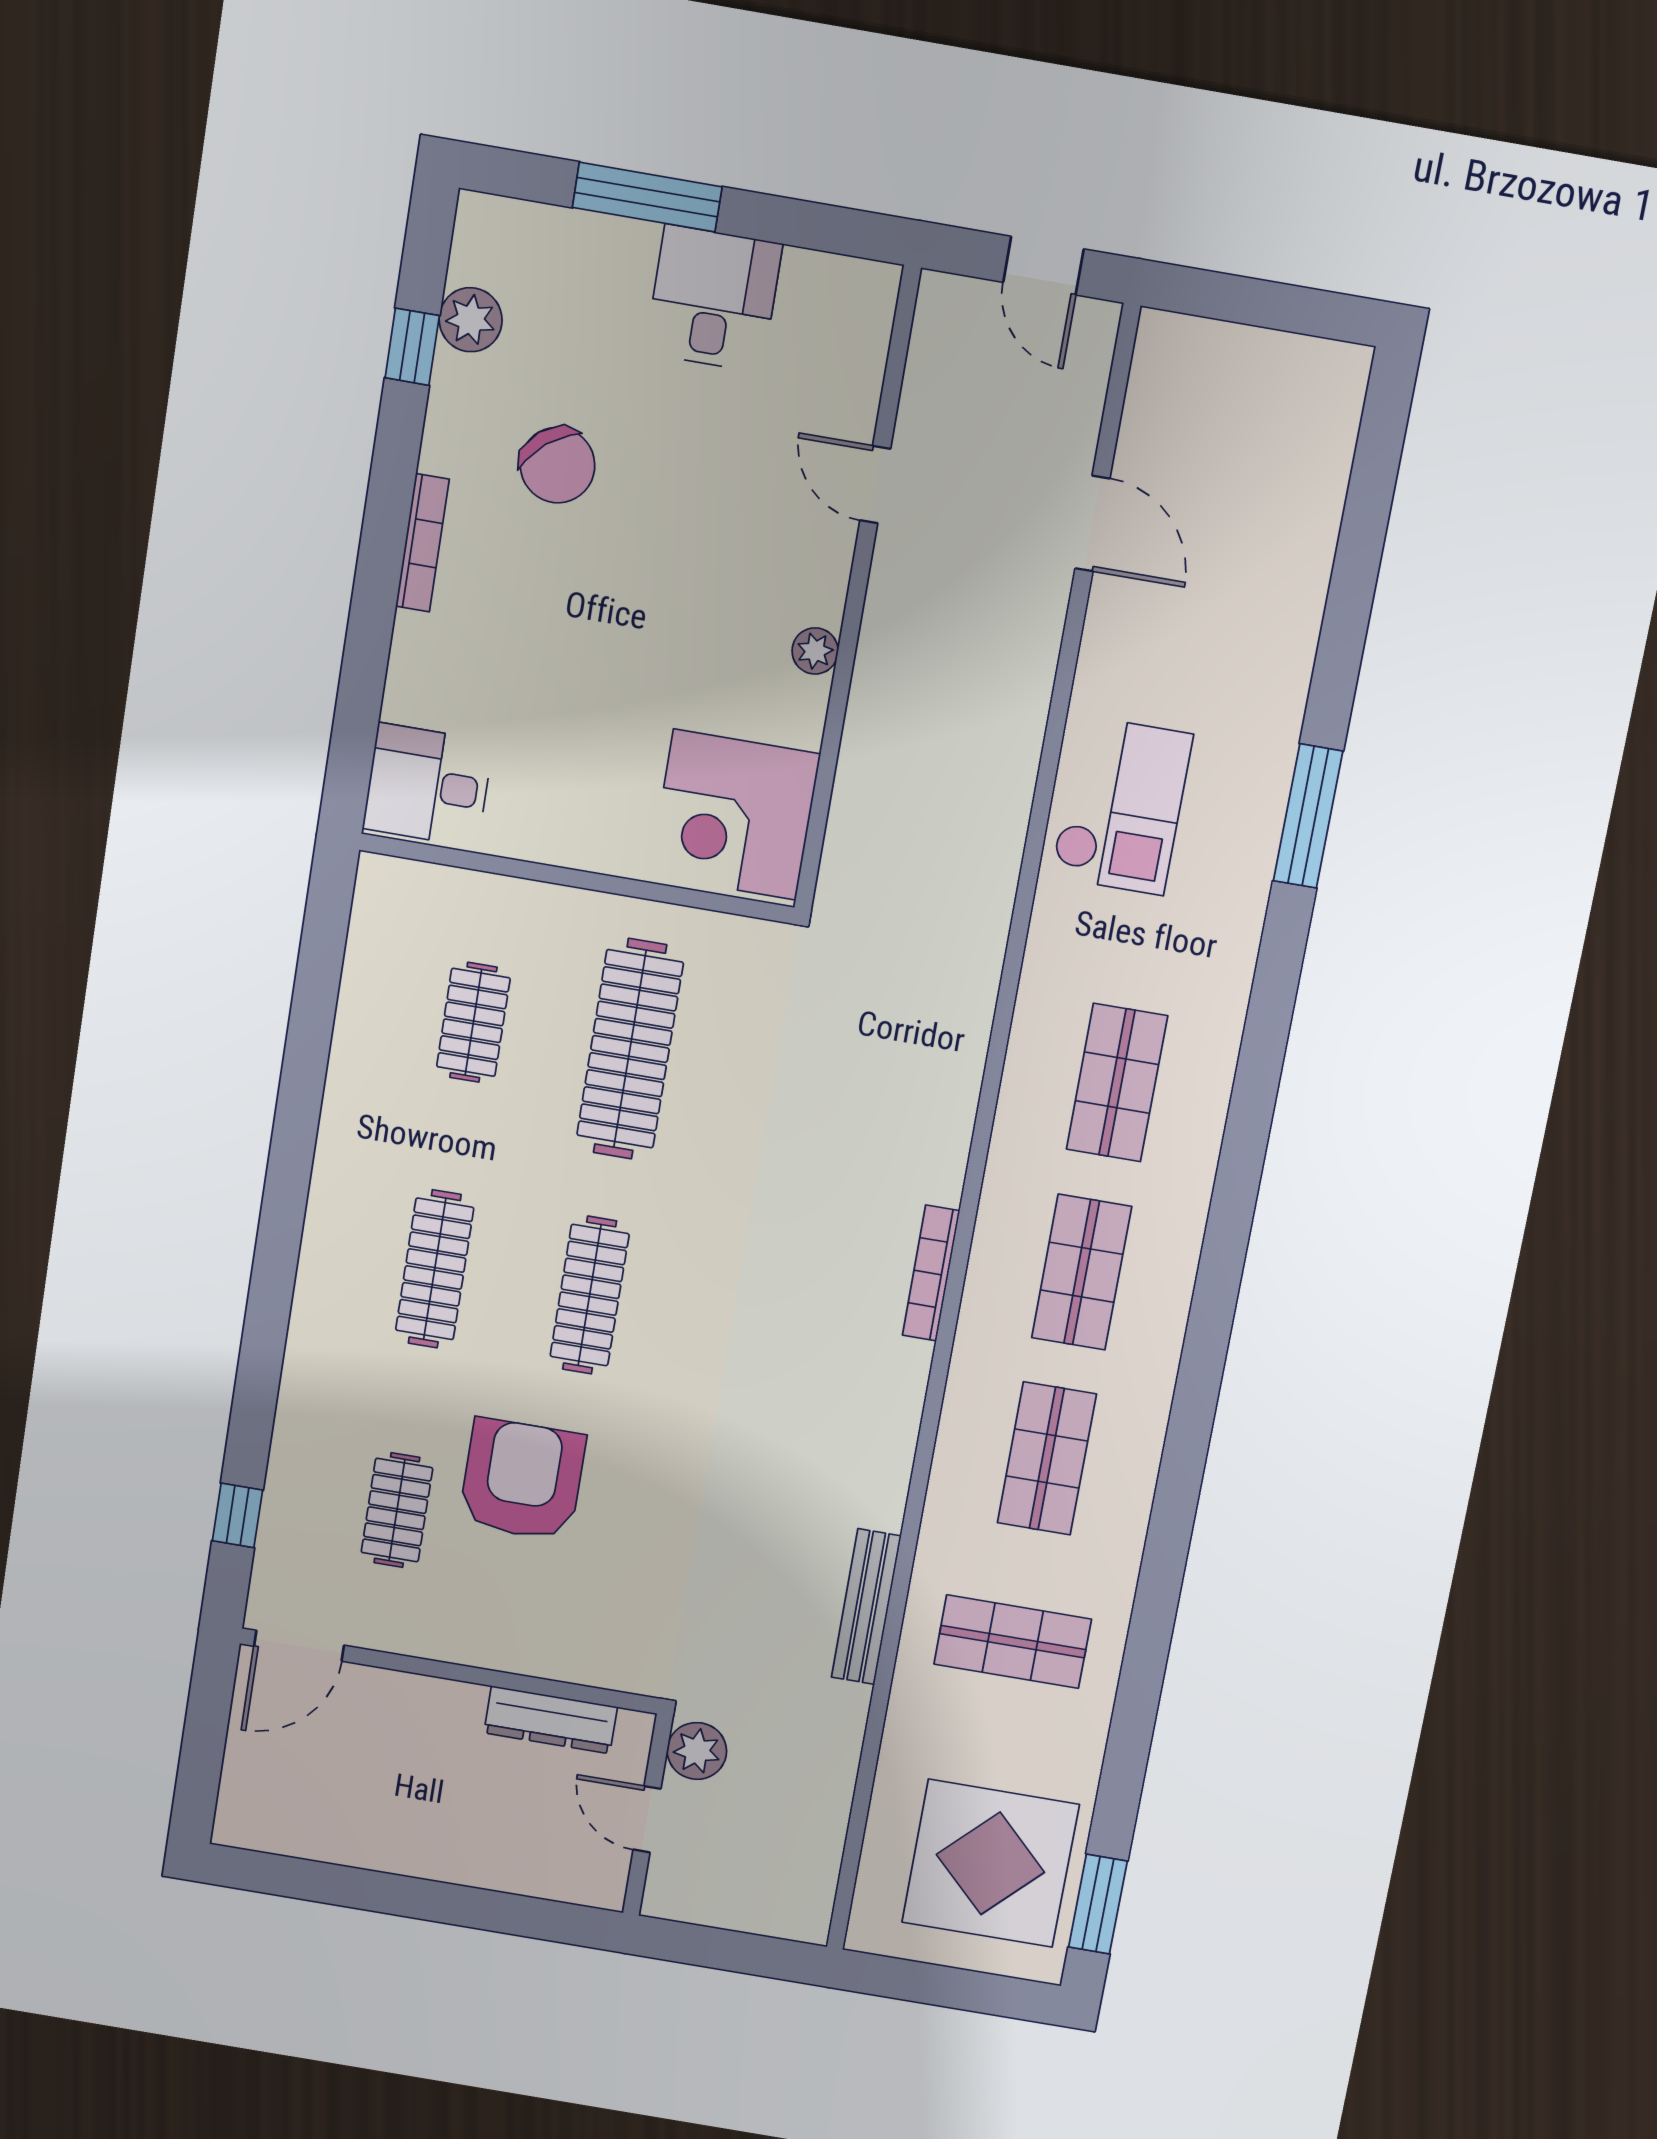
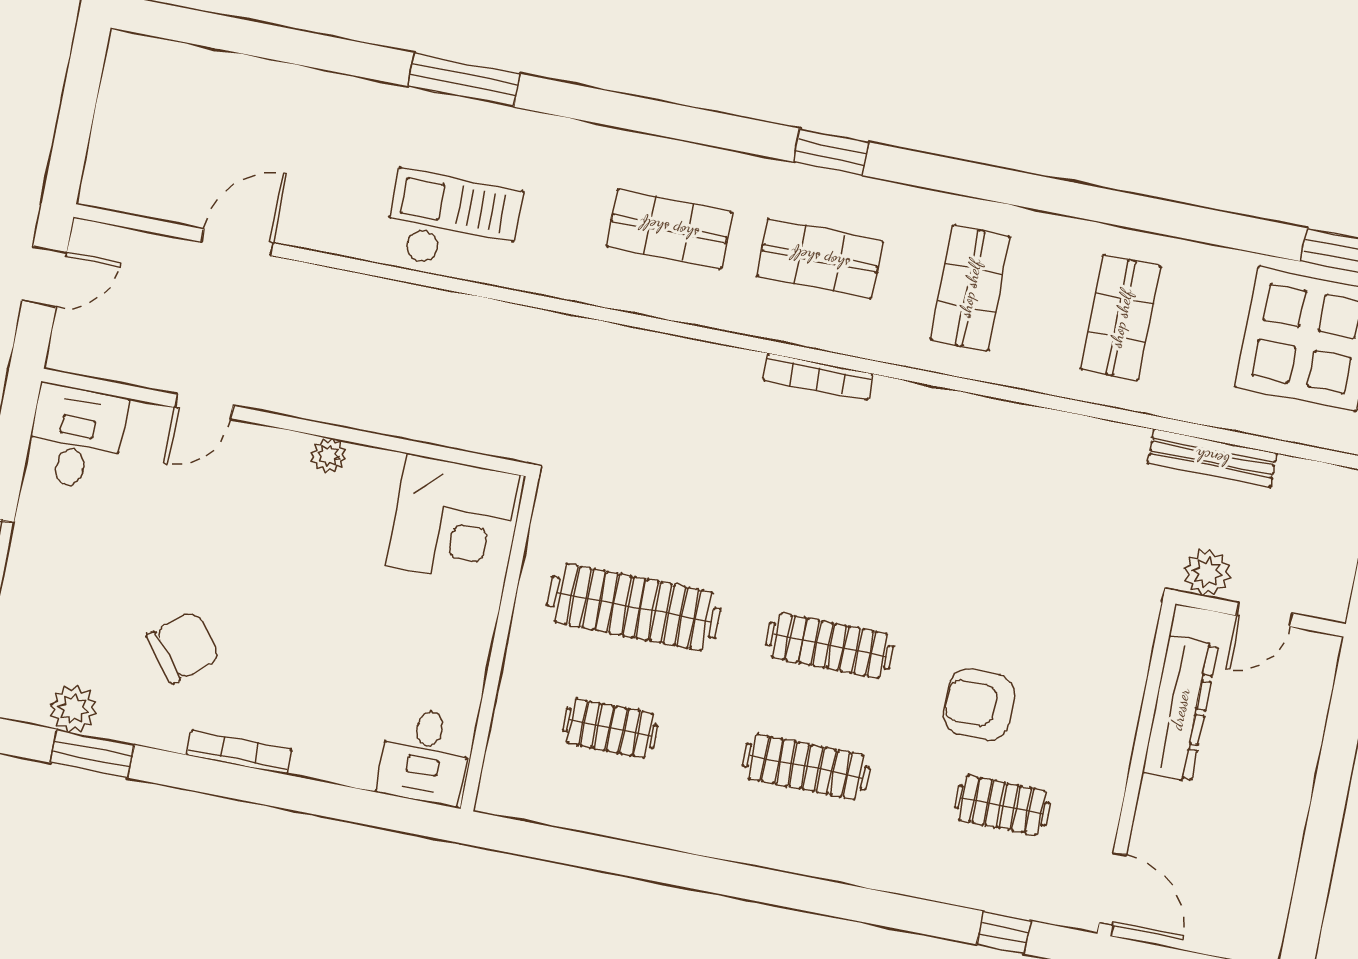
desk: (713, 299) -> (76, 437), moved, turned 90
window: (412, 347) -> (92, 754), width x1.50
window: (1218, 1283) -> (831, 152), added
shop shelf: (1047, 1458) -> (970, 288), turned 90
armchair: (522, 1480) -> (979, 704), width x0.73, depth x0.73
bench: (866, 1607) -> (1212, 458), moved
dresser: (551, 1720) -> (1180, 709), width x1.37, depth x1.24

